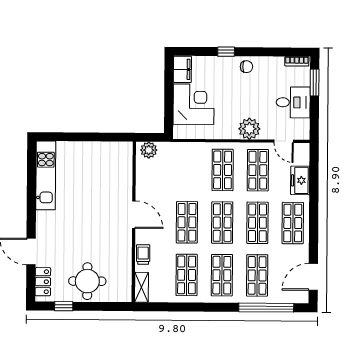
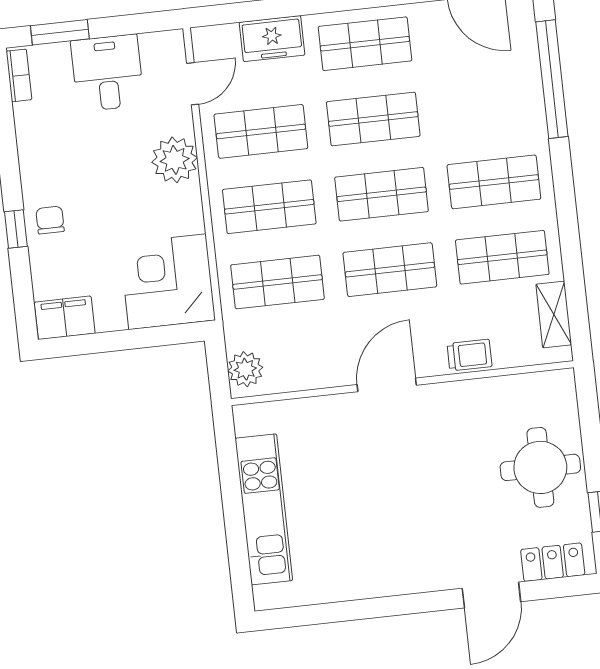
chair: (247, 67) -> (50, 220), moved
corner desk: (194, 104) -> (167, 282), moved
kitchen unit: (46, 175) -> (264, 509), moved, turned 90
trolley: (143, 254) -> (470, 355), turned 180
shop shelf: (257, 275) -> (278, 282), moved
shelving: (142, 287) -> (554, 315), moved, turned 90

